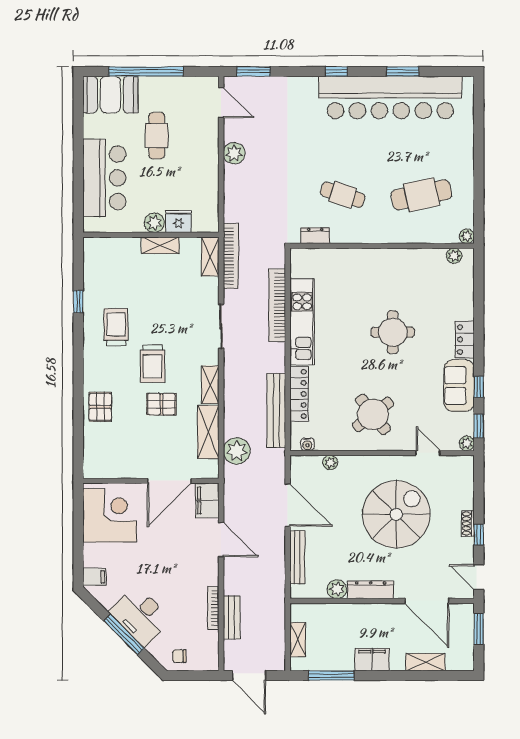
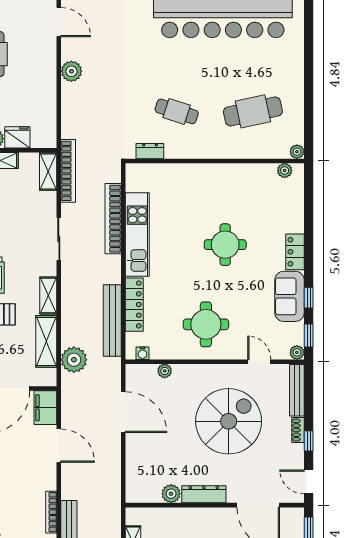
round table: (373, 414) -> (206, 324), turned 38
bench: (297, 557) -> (297, 390), moved

